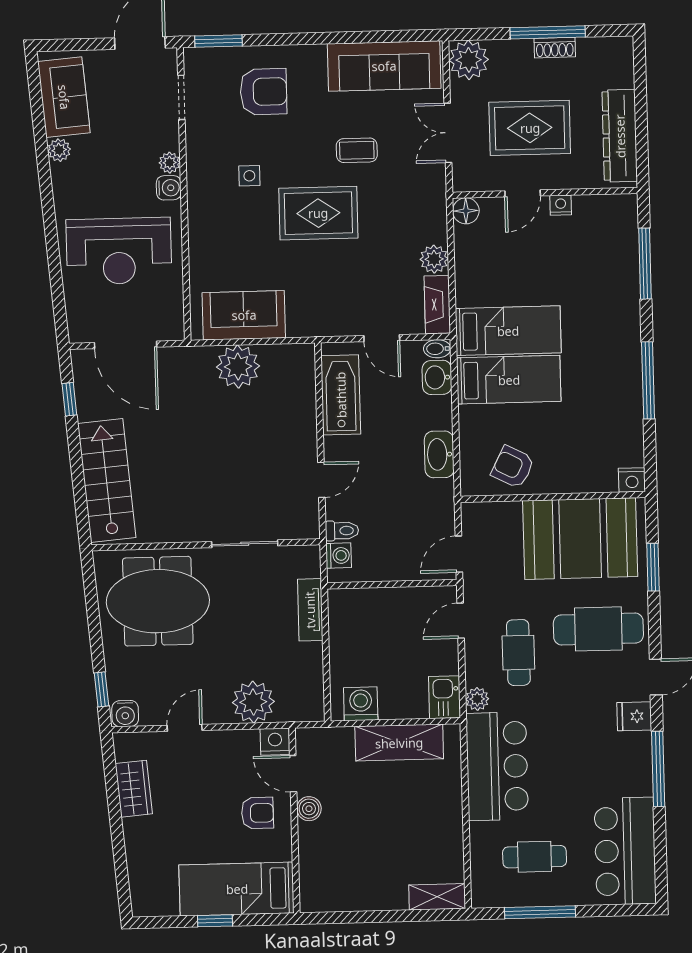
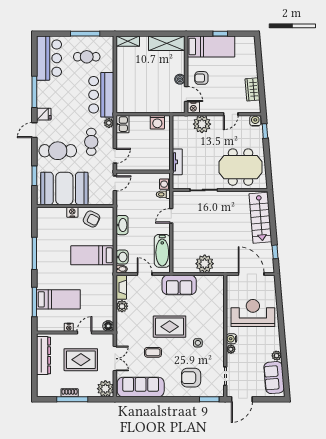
sofa: (244, 315) -> (179, 285), moved
bed: (508, 331) -> (58, 299), moved, turned 180
nightstand: (632, 480) -> (72, 212), moved
shelving: (399, 743) -> (167, 43), moved

